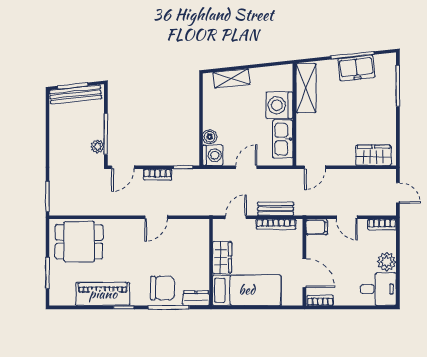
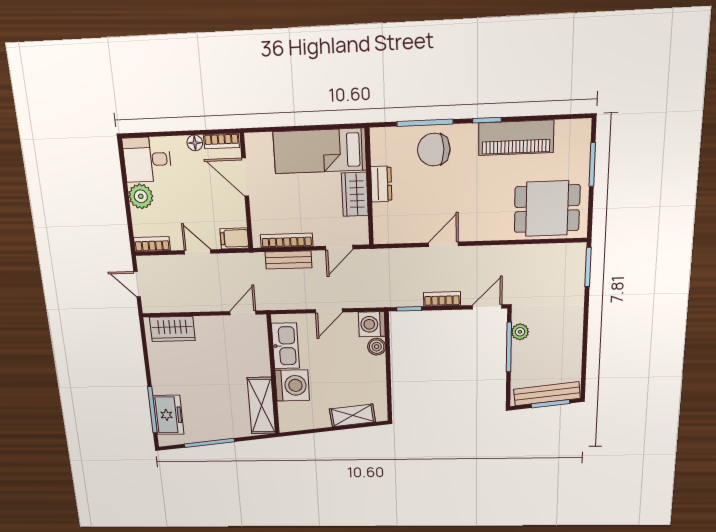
freezer: (356, 68) -> (168, 415), moved, turned 96
dresser: (196, 298) -> (381, 184), moved, turned -90
floor lamp: (341, 300) -> (195, 143), added

